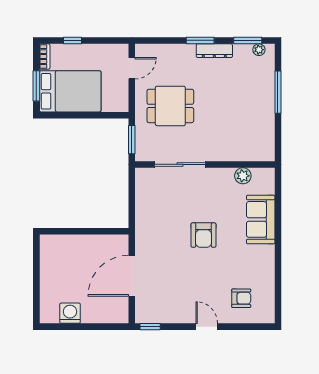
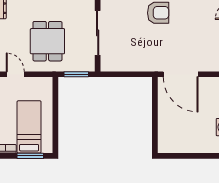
bed: (70, 91) -> (29, 127), width x0.67
door: (132, 276) -> (181, 74), moved

